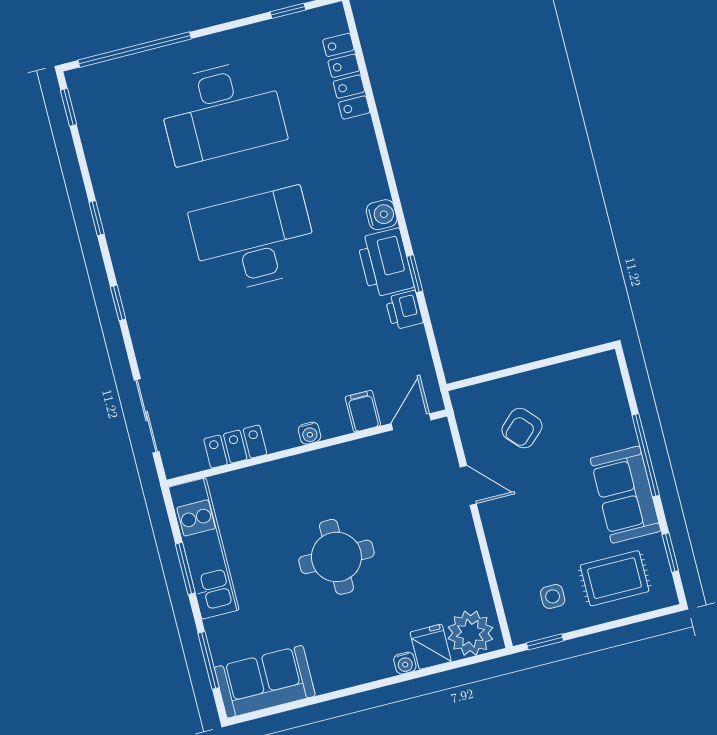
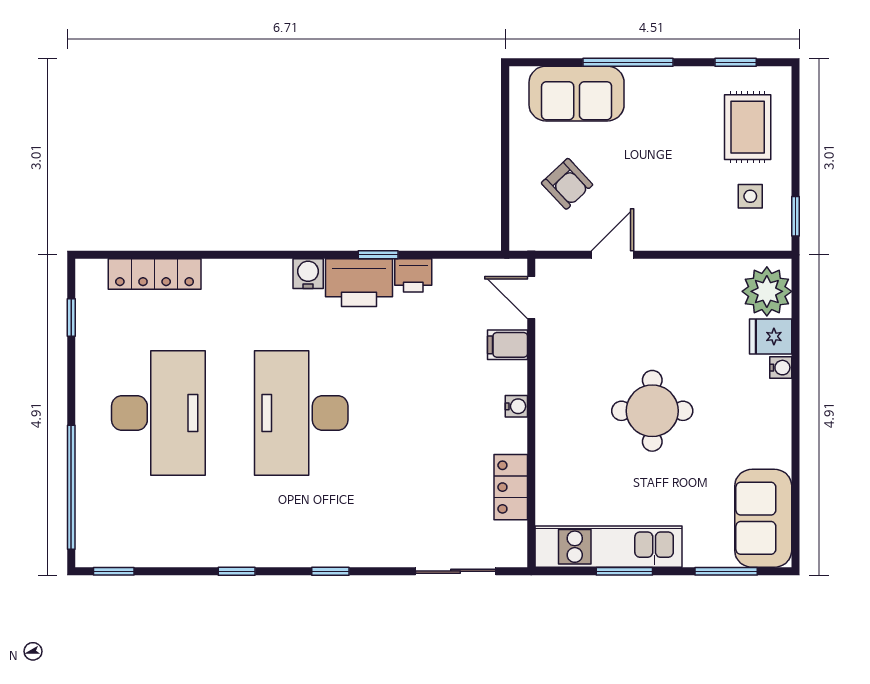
sofa: (626, 495) -> (577, 94), moved

